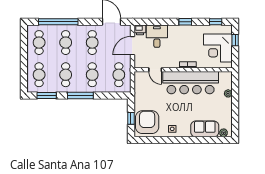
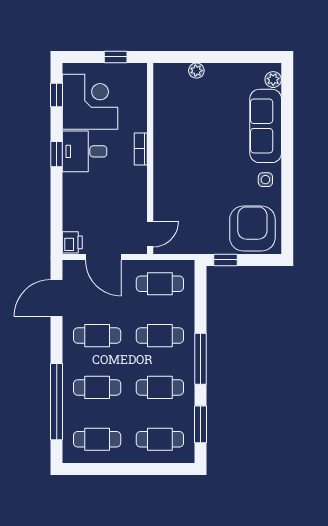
desk: (157, 36) -> (85, 151), moved
window: (235, 40) -> (116, 57), moved
corner desk: (218, 48) -> (90, 102), moved, turned -90
door: (155, 70) -> (150, 234), moved
bar counter: (191, 83) -> (175, 144), removed
window: (131, 118) -> (225, 260), moved
armchair: (147, 122) -> (252, 228), turned 90
sofa: (205, 129) -> (266, 126), width x1.36

